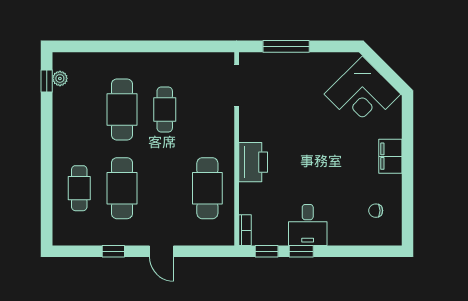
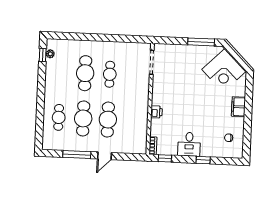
window: (286, 46) -> (201, 42), moved
printer: (253, 162) -> (156, 112), width x0.53, depth x0.68
cafe table: (207, 188) -> (108, 120), moved
window: (113, 251) -> (77, 155), width x2.17
door: (162, 251) -> (104, 156), hinge flipped
window: (301, 251) -> (203, 160), moved

